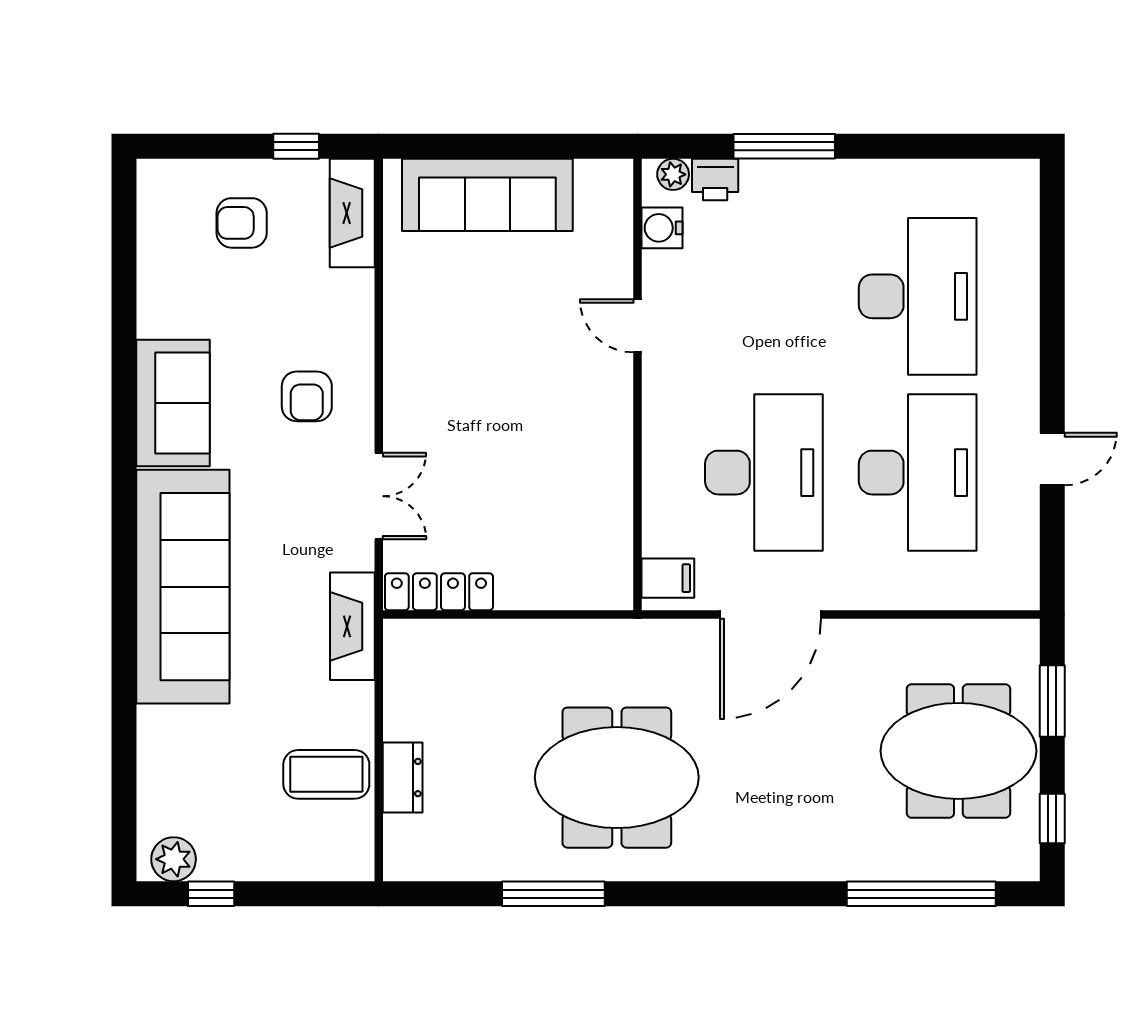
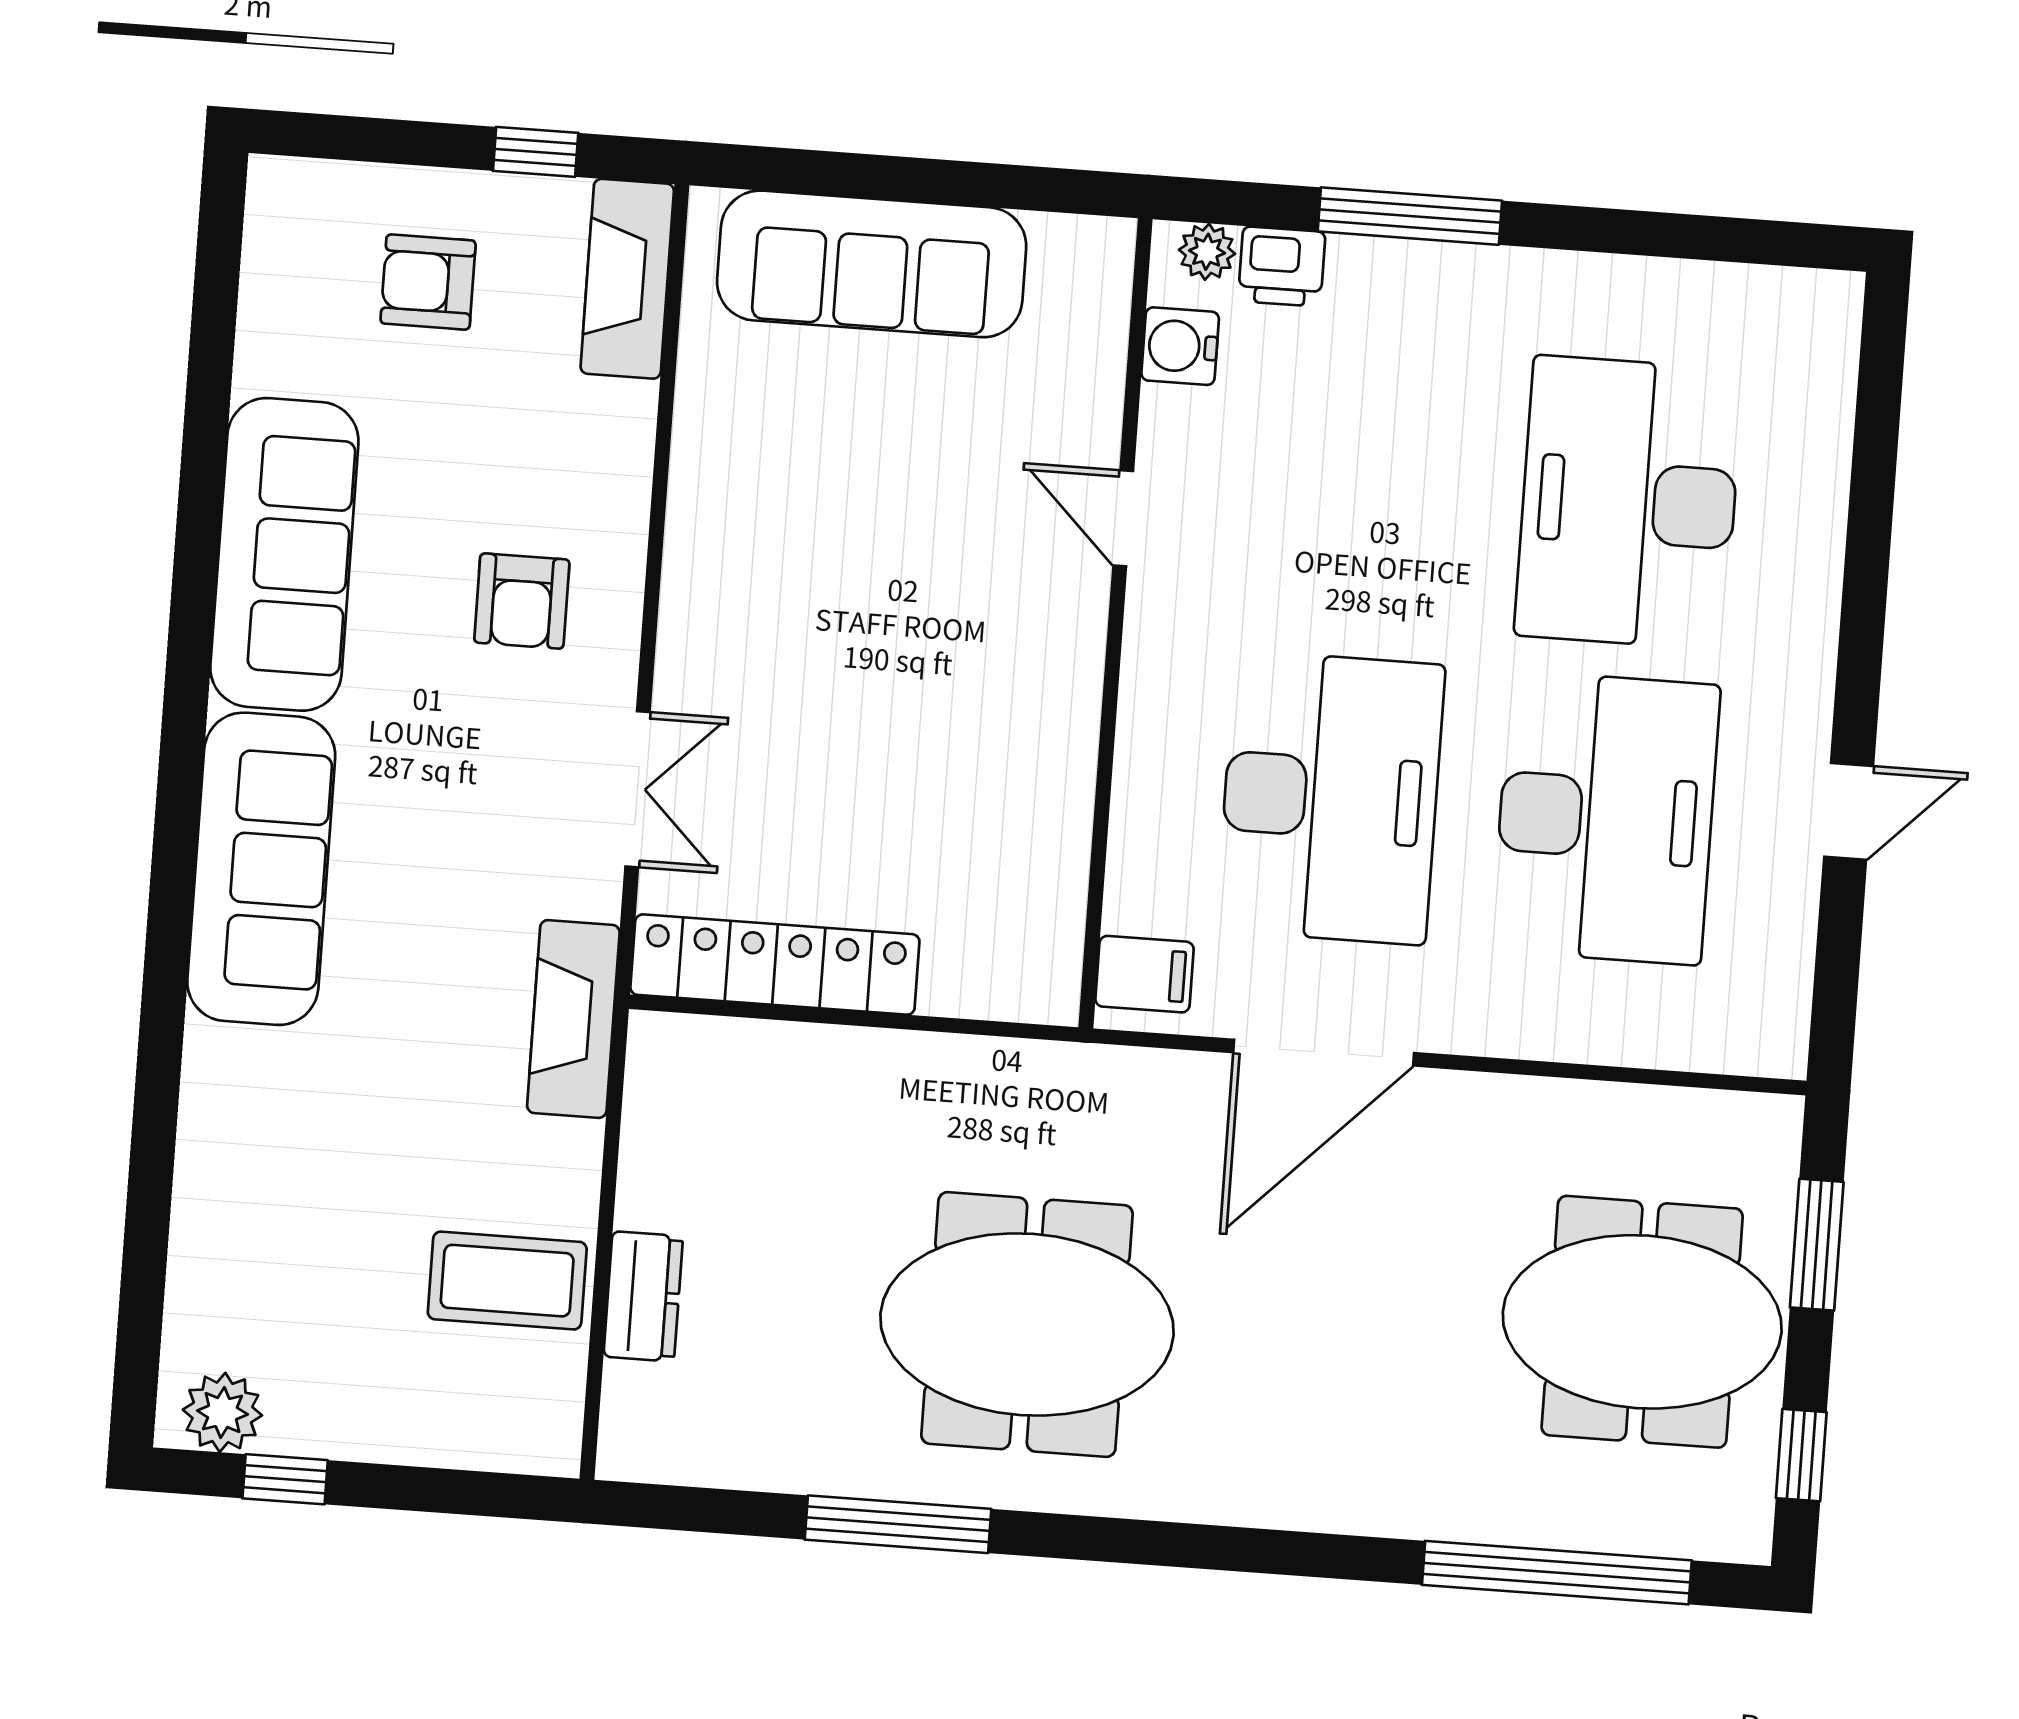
desk: (918, 296) -> (1629, 502), turned 180
sofa: (173, 403) -> (284, 554), width x1.36
sofa: (183, 587) -> (261, 869), width x0.74, depth x0.79
locker: (439, 592) -> (775, 965), width x1.41, depth x1.21

